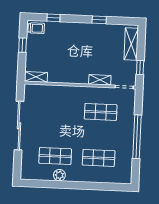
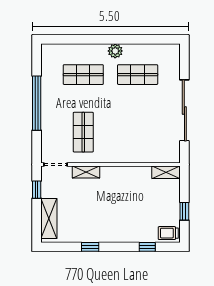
shop shelf: (101, 112) -> (83, 132), turned 90
plant: (59, 175) -> (115, 51), moved

